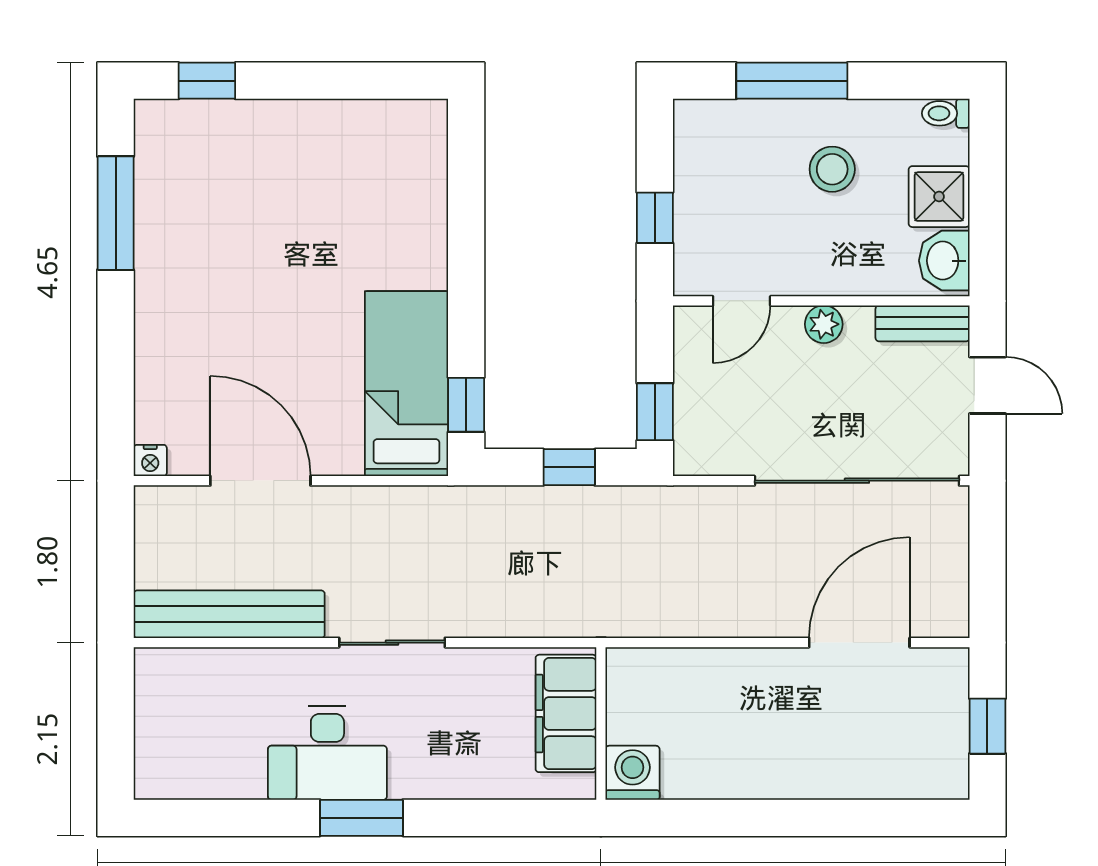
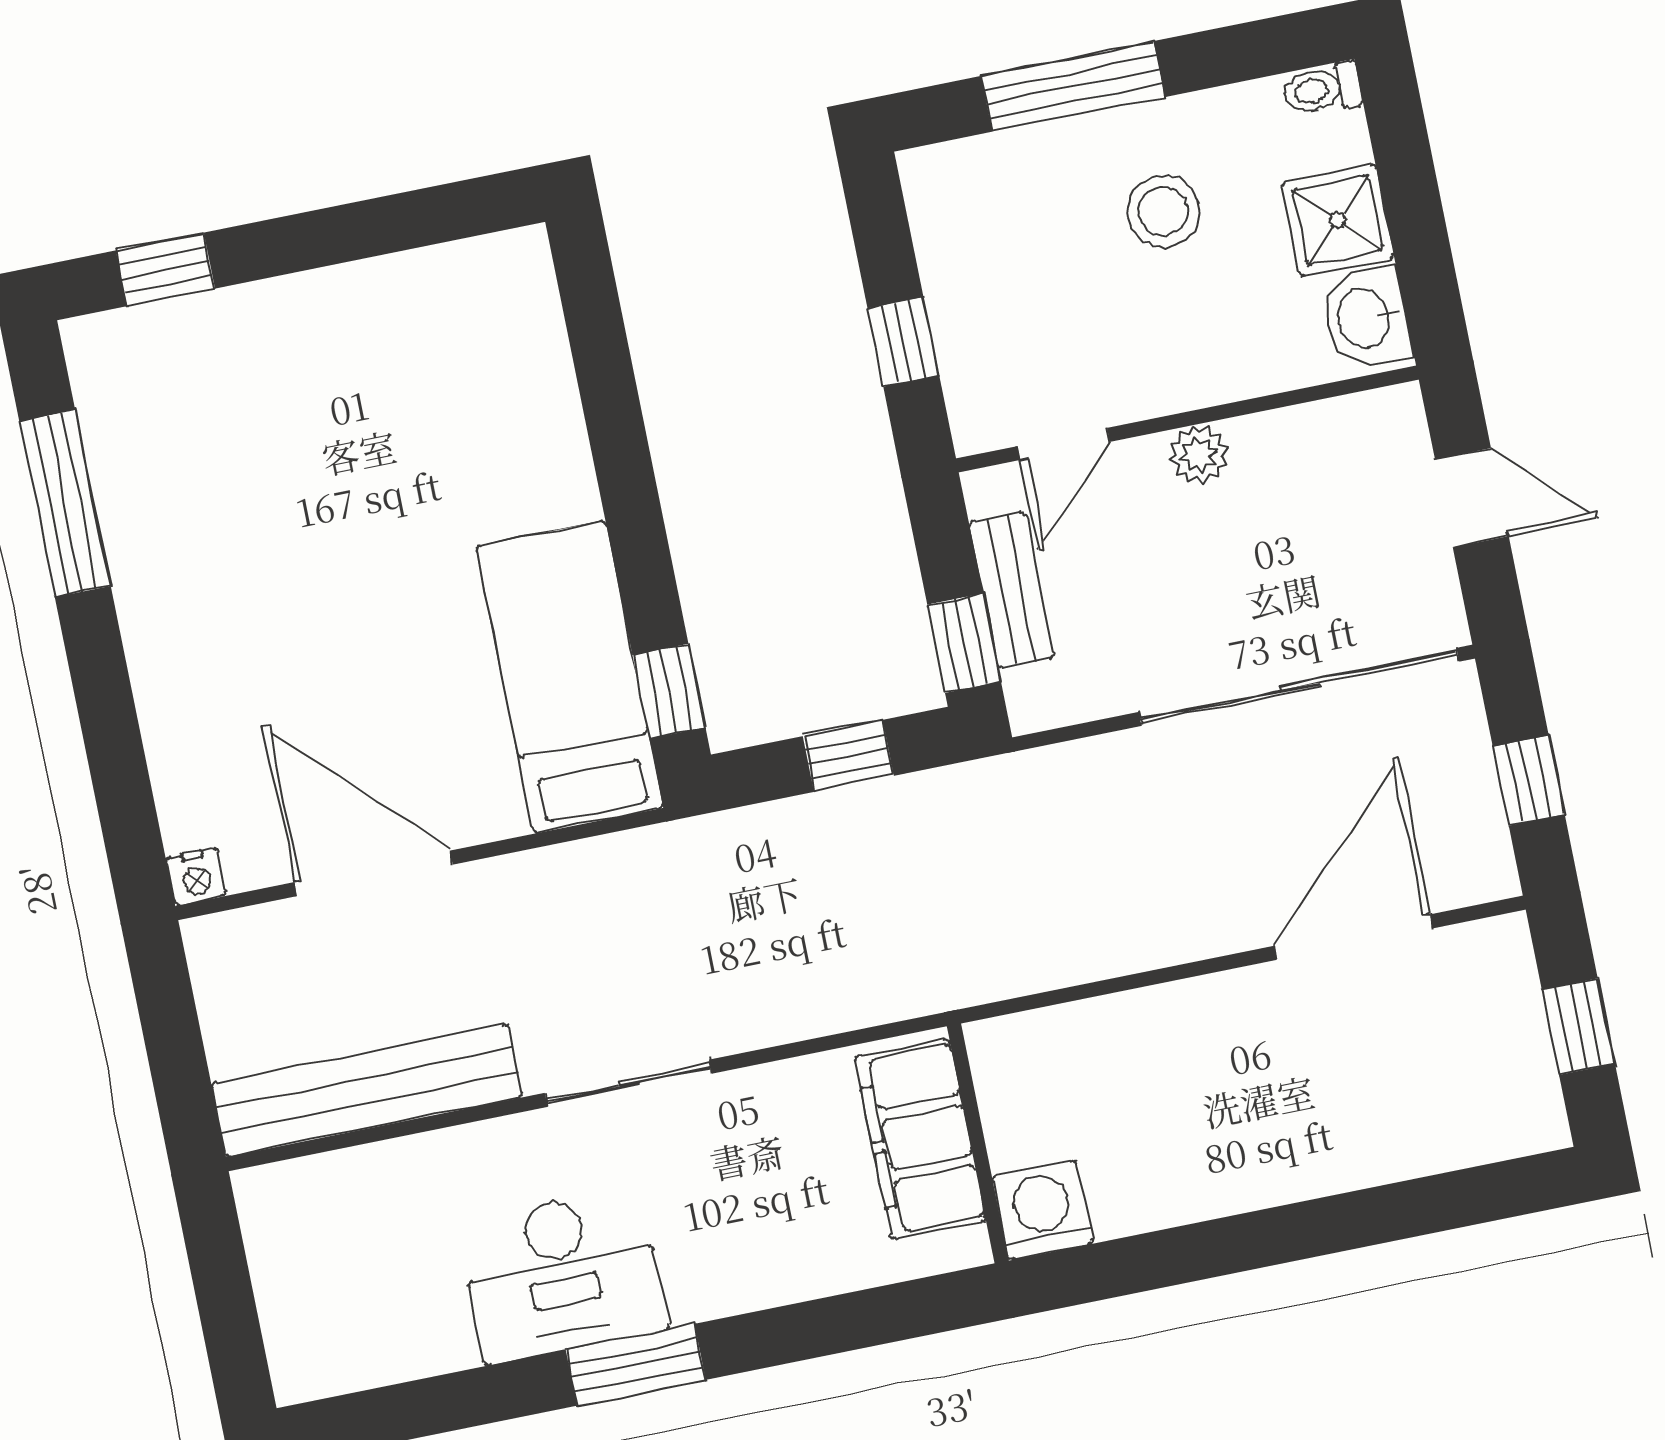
bench: (922, 323) -> (1011, 590), moved, turned 90
window: (987, 567) -> (1529, 780), added

